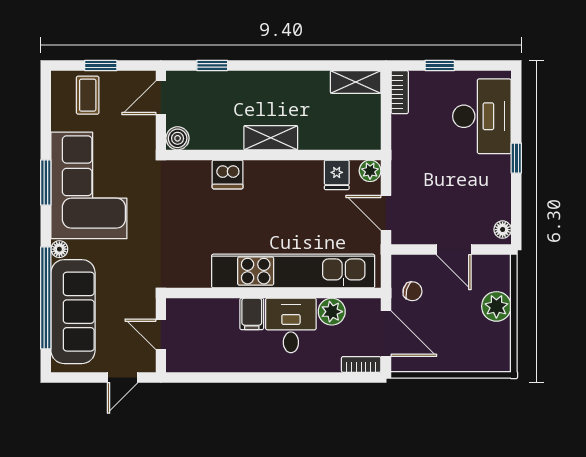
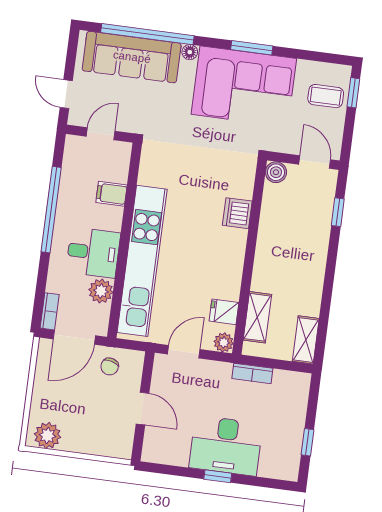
window: (101, 65) -> (353, 93), moved
window: (440, 65) -> (307, 442), moved
bookcase: (400, 92) -> (252, 373), moved
desk: (482, 116) -> (226, 446), moved
shelving: (271, 138) -> (257, 317), moved
floor lamp: (503, 230) -> (155, 455), removed
door: (454, 250) -> (142, 409), swing flipped
plant: (496, 306) -> (48, 436), moved
filing cabinet: (252, 314) -> (112, 194), moved
window: (250, 377) -> (51, 210), added

